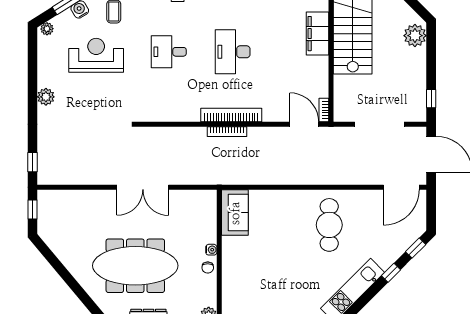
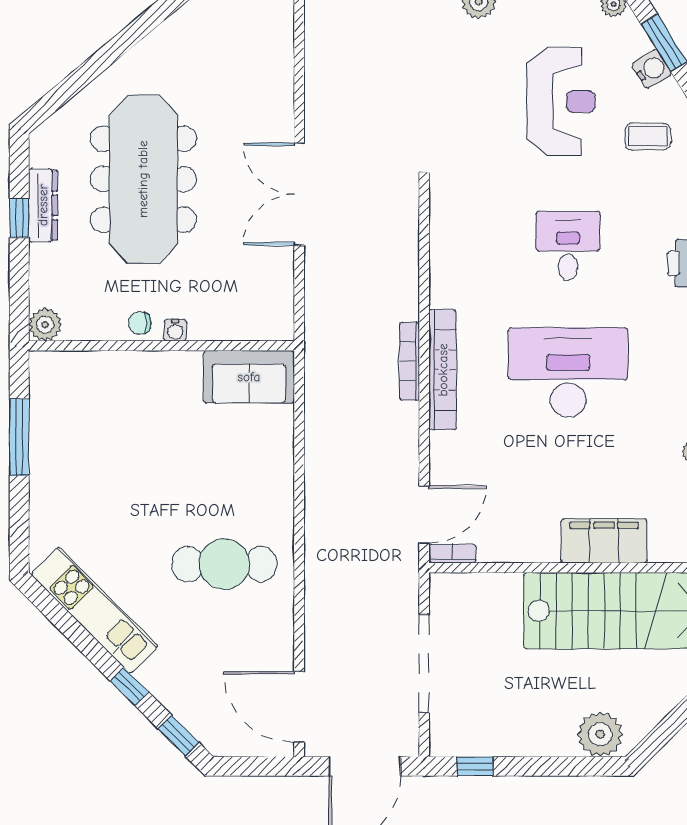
desk: (233, 52) -> (568, 372), width x1.36, depth x1.30

